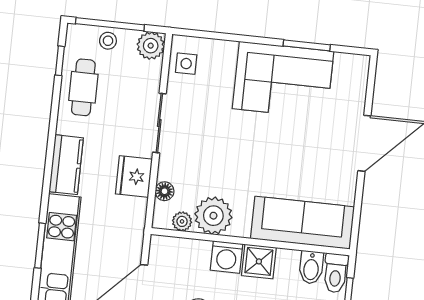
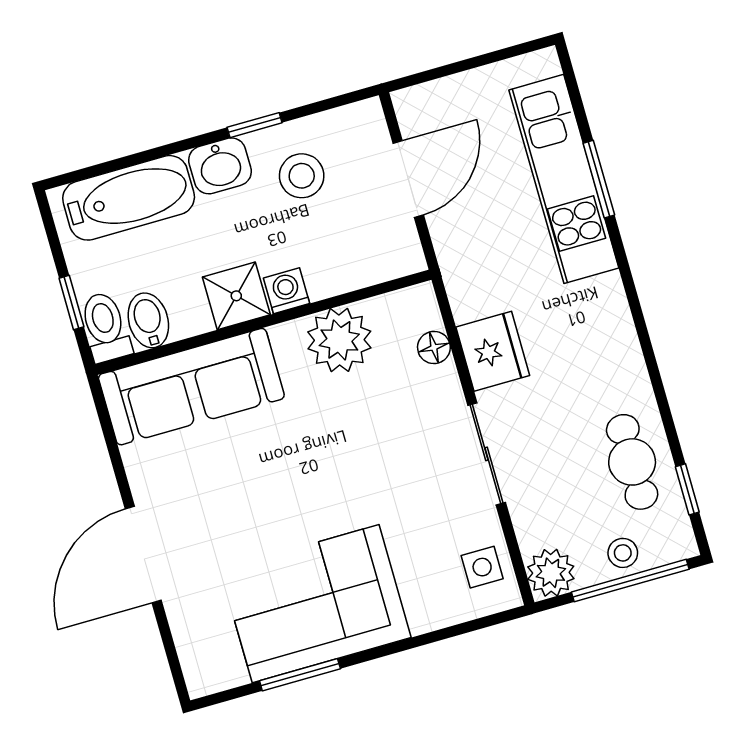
kitchen counter: (66, 165) -> (609, 326), removed
plant: (182, 221) -> (386, 310), removed
washing machine: (226, 257) -> (287, 291), width x0.73, depth x0.73

